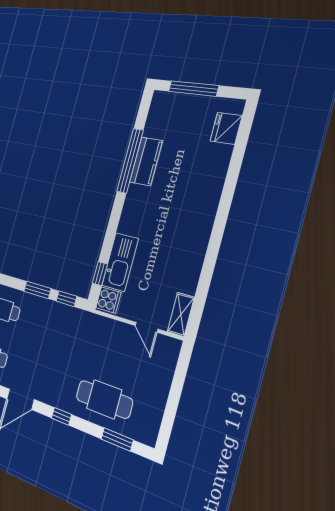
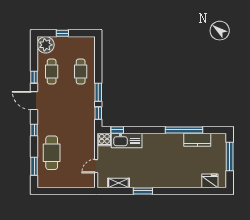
kitchen counter: (146, 161) -> (197, 140), moved
window: (212, 254) -> (143, 191), added
shelving: (181, 314) -> (119, 183), moved

